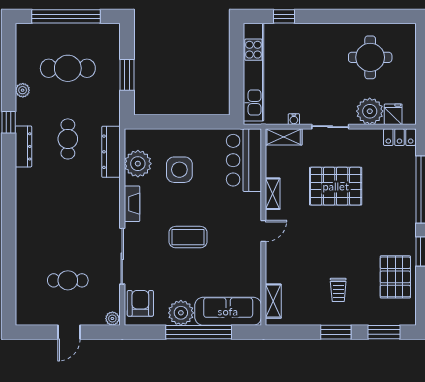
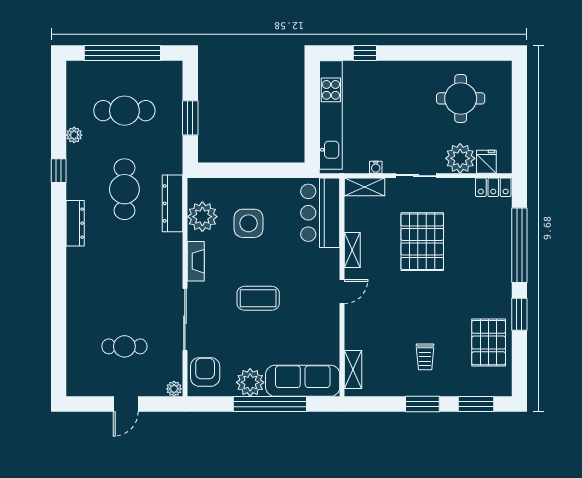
cafe table: (68, 139) -> (124, 189), width x1.37, depth x1.35
dresser: (23, 146) -> (75, 223), moved
pallet: (336, 186) -> (422, 242), turned 90

